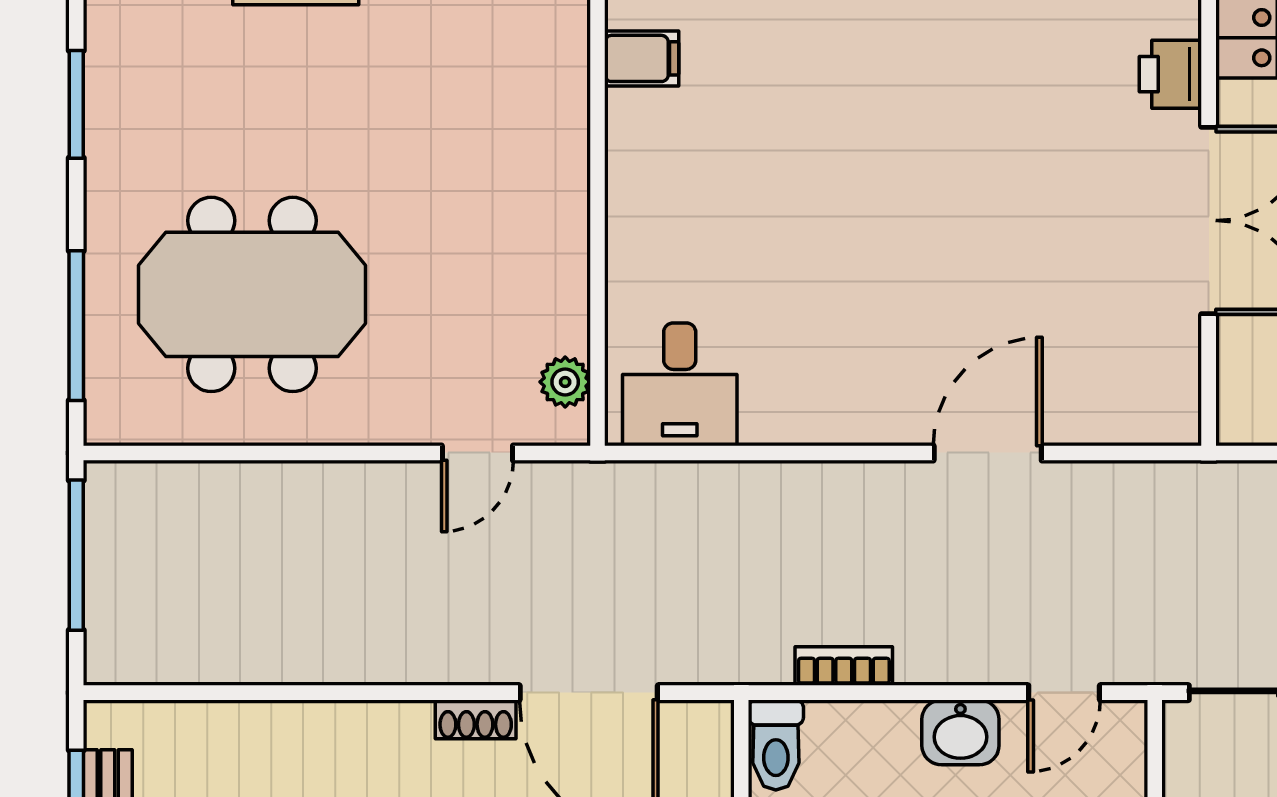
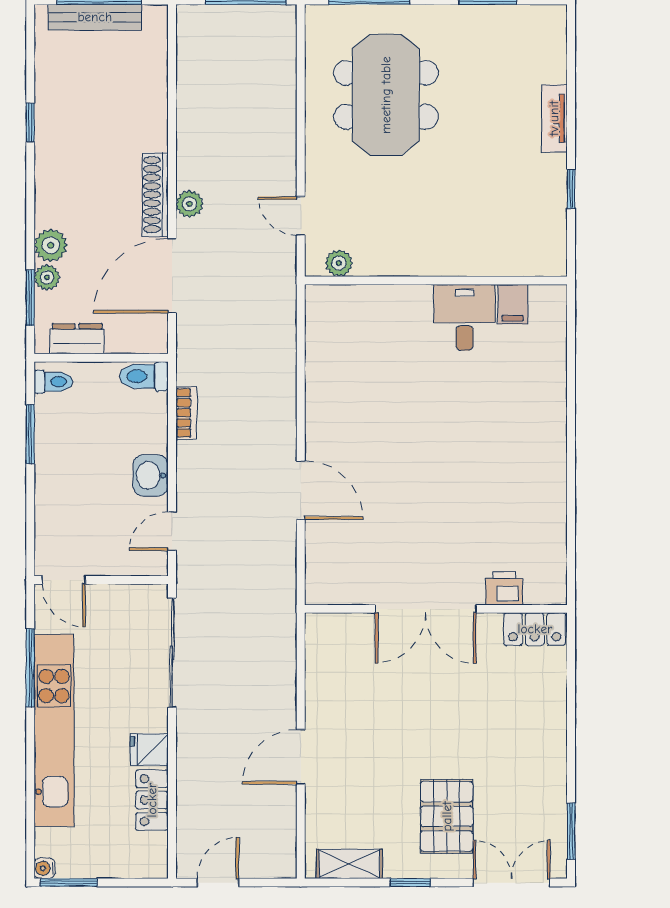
desk: (680, 384) -> (465, 317), moved, turned 90
plant: (455, 660) -> (189, 204), added
door: (1064, 693) -> (172, 531), hinge flipped
shoe rack: (476, 719) -> (155, 195), width x1.94, depth x1.24

